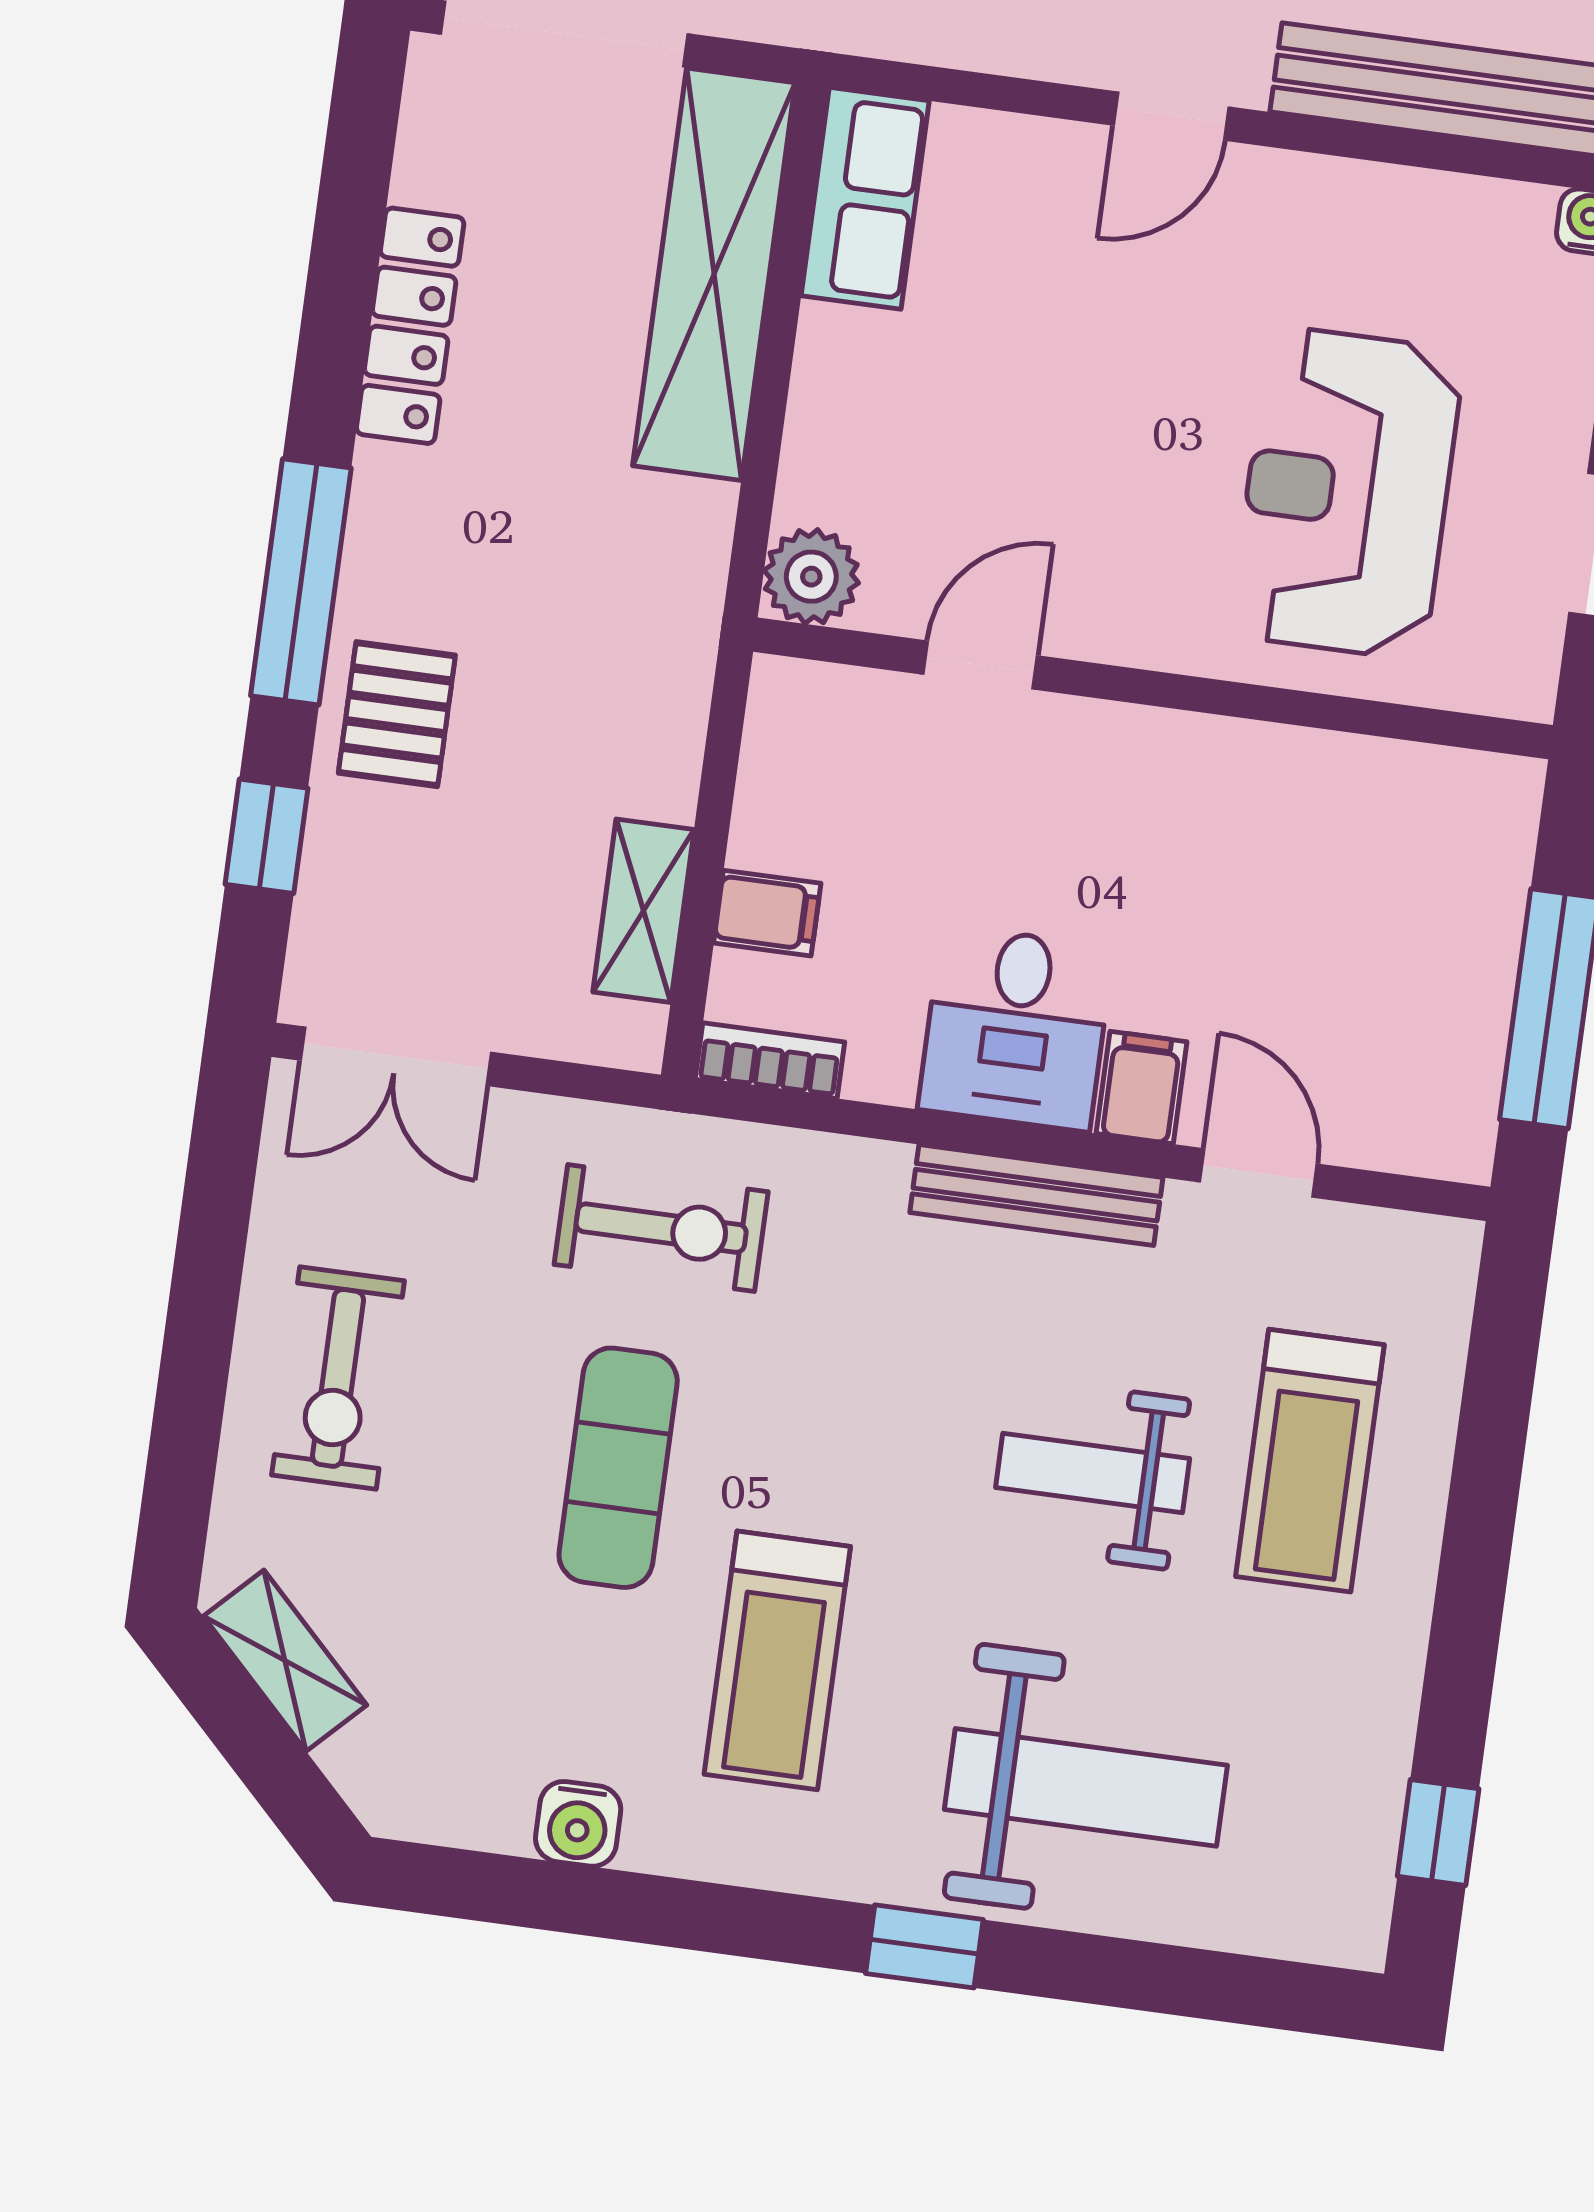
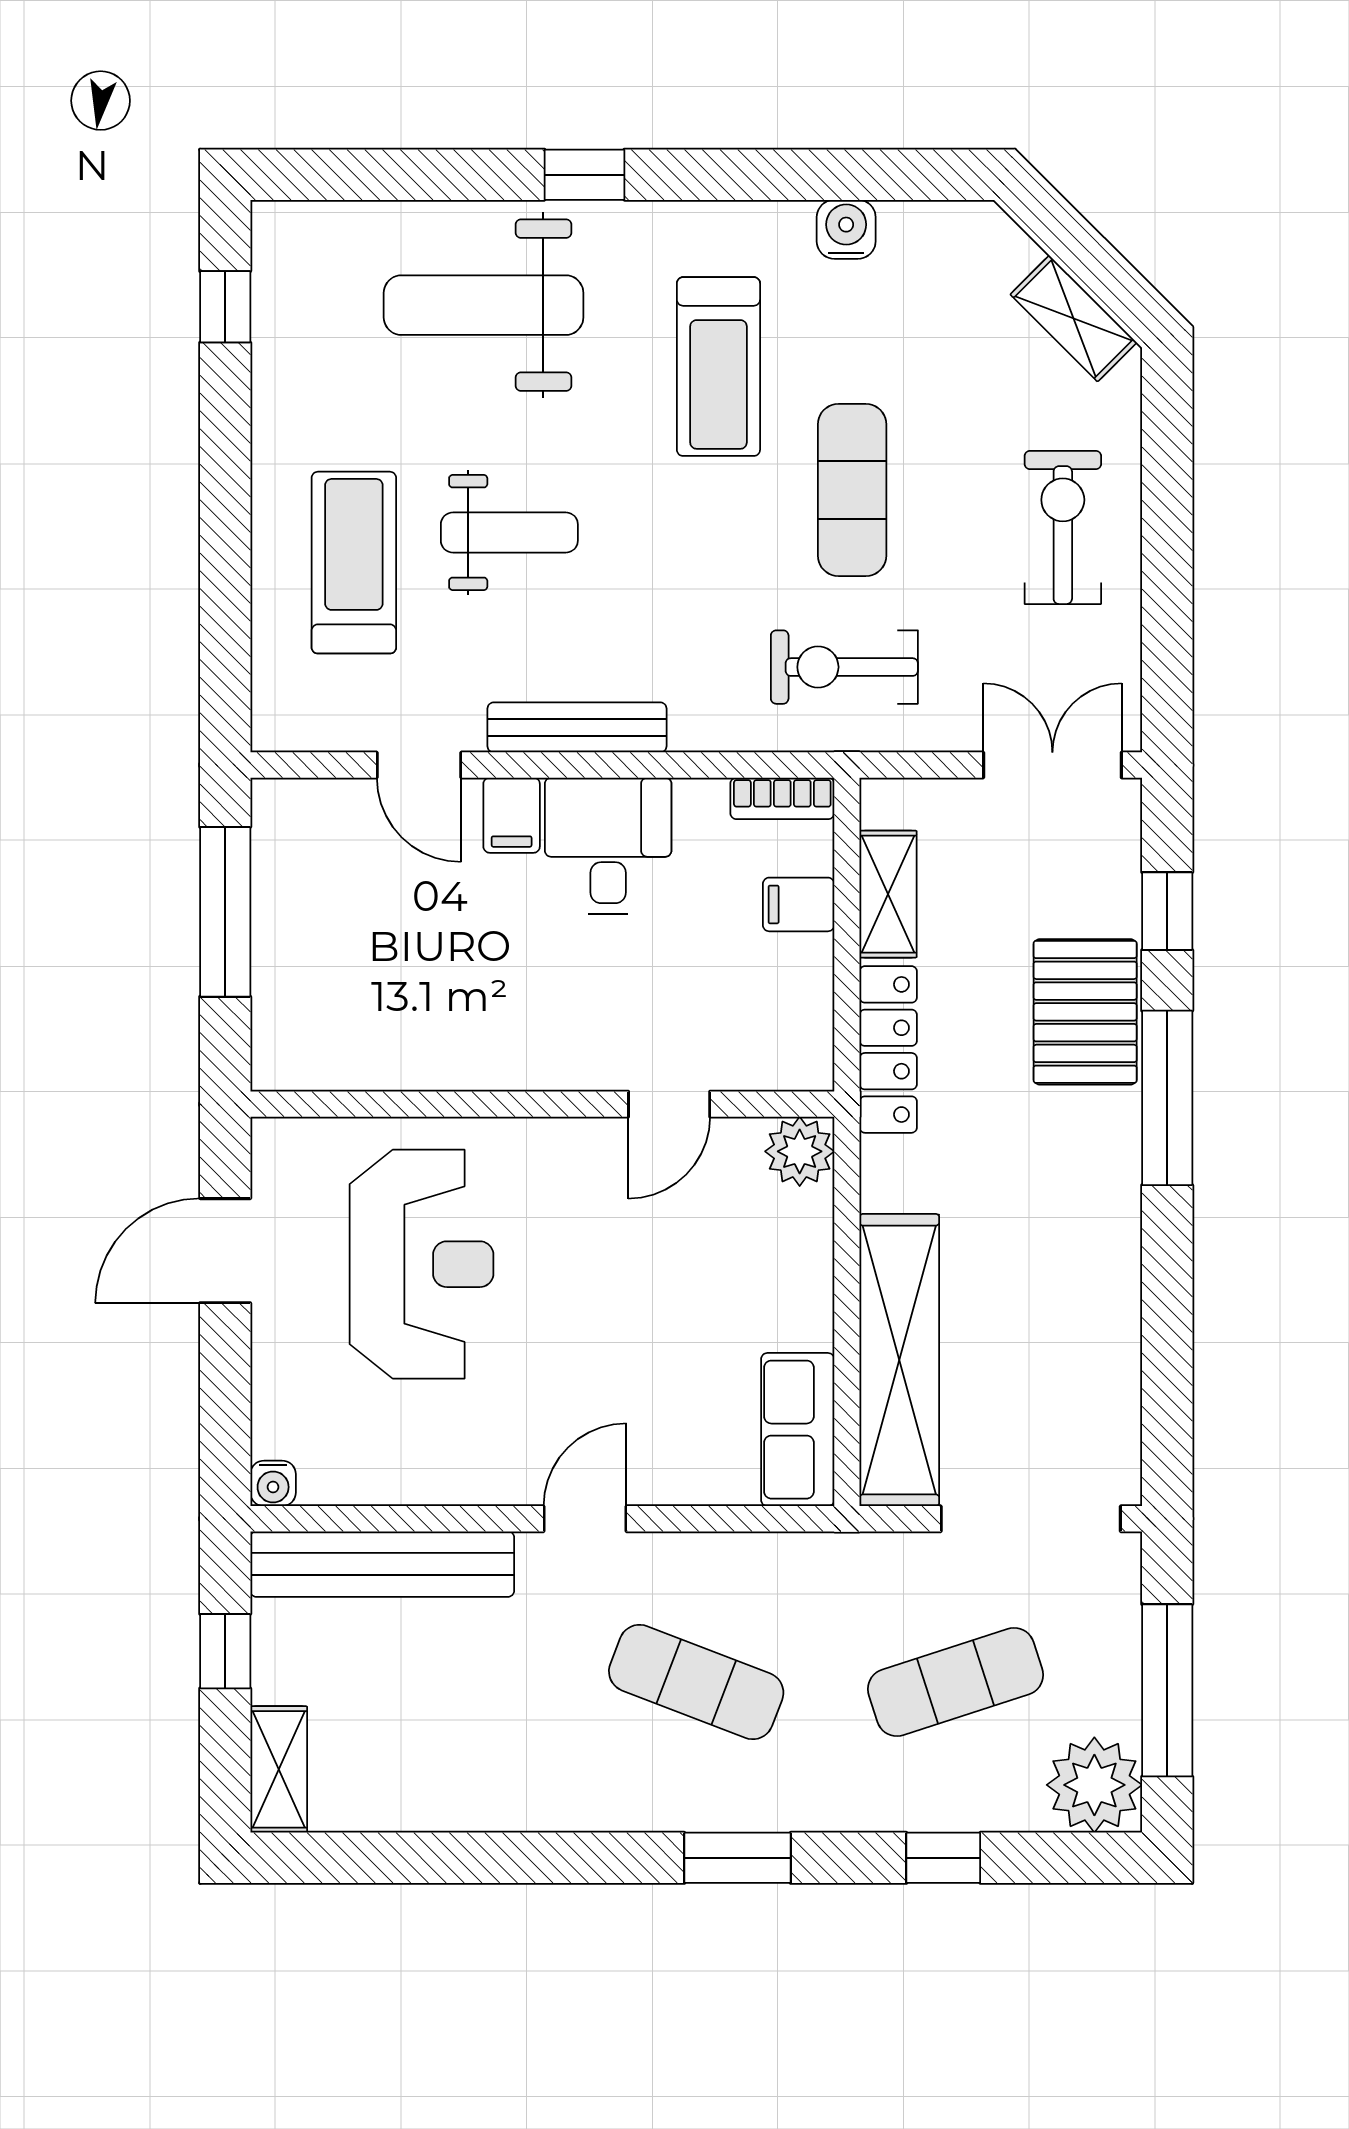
locker: (410, 326) -> (888, 1049), moved, turned 180
pallet: (397, 714) -> (1085, 1012), width x1.50, depth x1.42
treadmill: (777, 1660) -> (718, 367), turned 180

